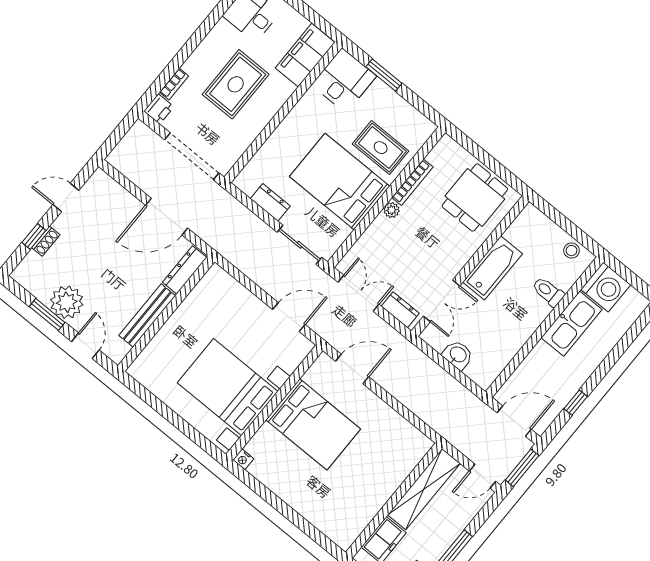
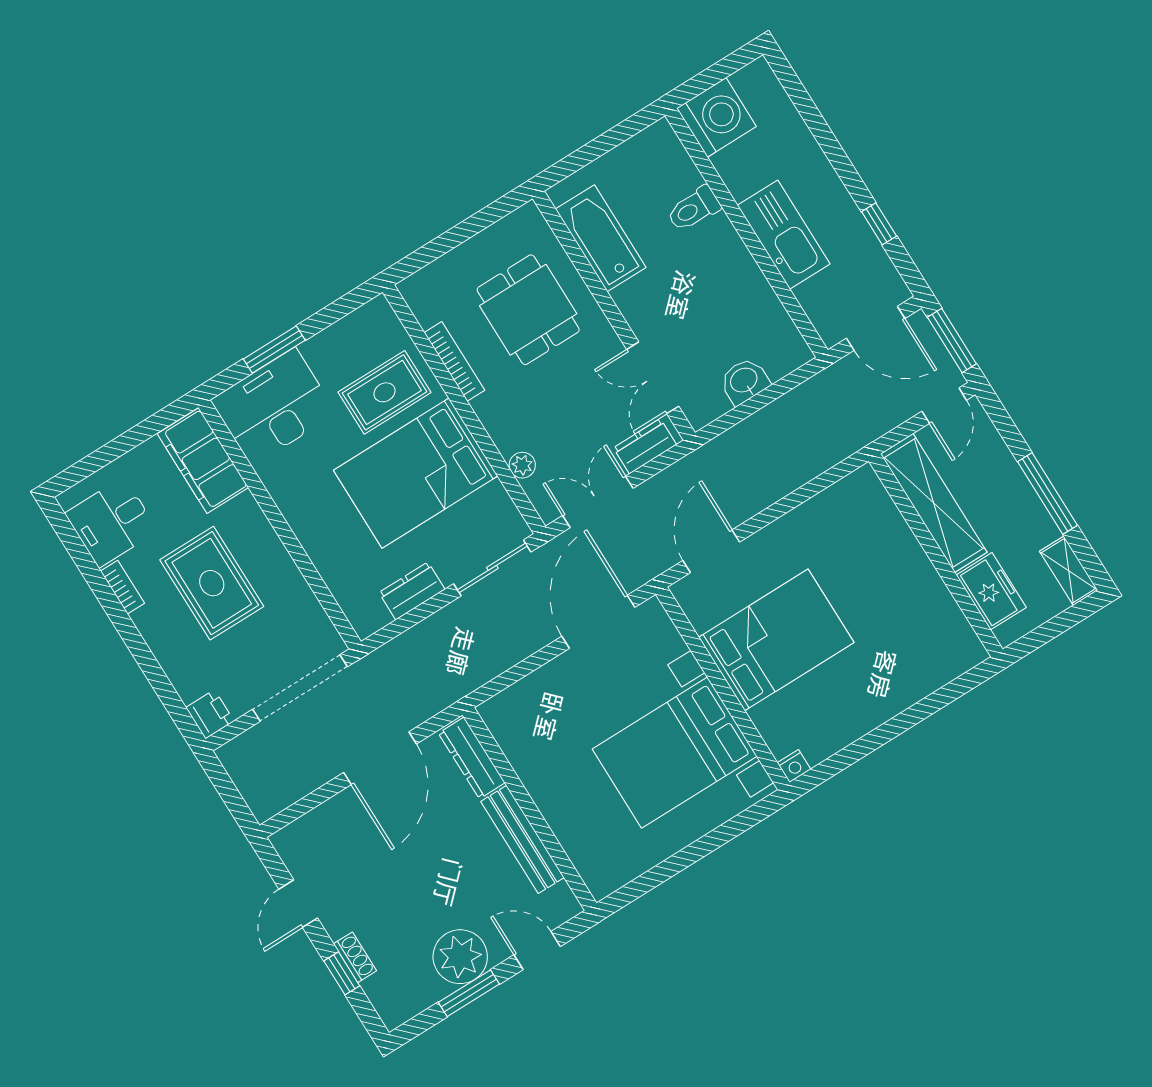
desk: (344, 80) -> (274, 407), width x1.37
bookcase: (174, 84) -> (122, 587), moved
dining table: (475, 198) -> (528, 310), moved
plant: (392, 210) -> (522, 465), moved
stool: (571, 251) -> (642, 151), removed
bathtub: (492, 268) -> (601, 238), moved
double door: (442, 301) -> (653, 378), swing flipped
door: (289, 317) -> (598, 622), width x1.36
kitchen sink: (572, 324) -> (784, 235), moved
door: (514, 421) -> (876, 328), swing flipped

